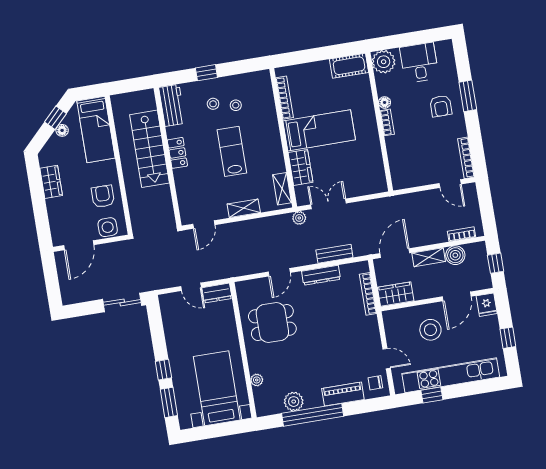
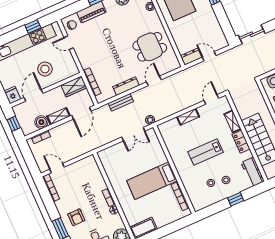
armchair: (441, 106) -> (76, 217), turned 180
lab bench: (232, 151) -> (205, 152), turned 90
wardrobe: (300, 167) -> (158, 153), removed
shelving: (282, 189) -> (233, 121), moved

